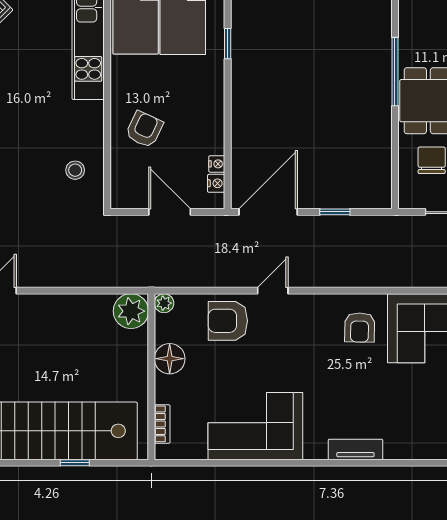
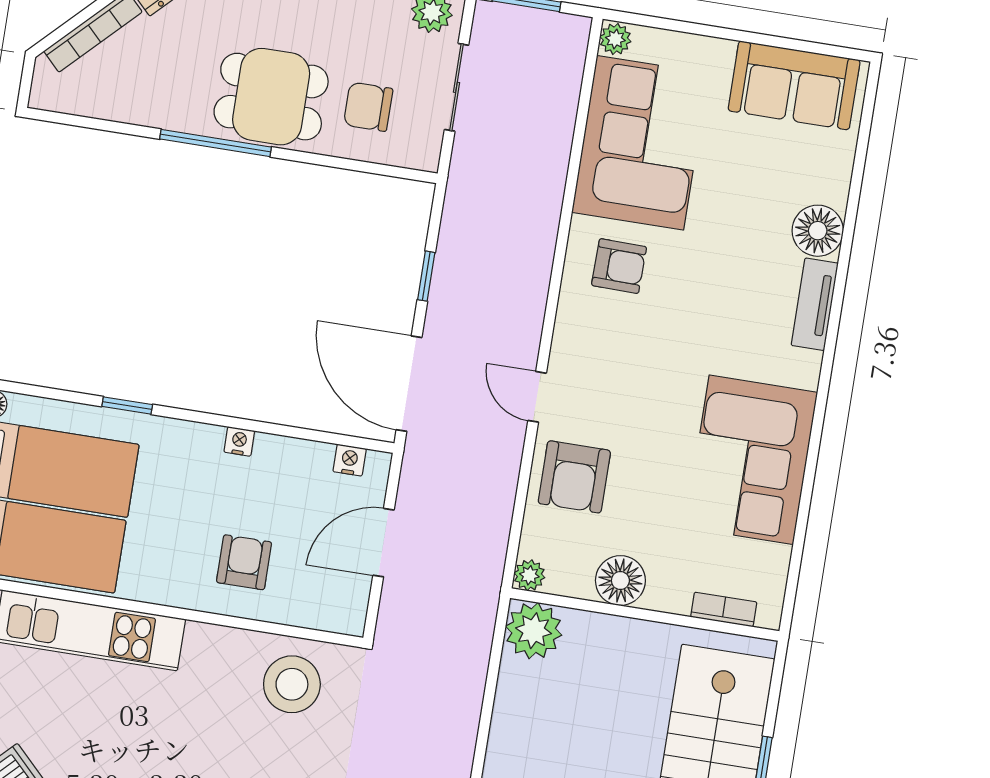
armchair: (144, 129) -> (244, 562), turned 65
nightstand: (217, 164) -> (239, 441), moved
stool: (75, 170) -> (292, 684), width x1.89, depth x1.89
floor lamp: (400, 444) -> (818, 231), added

